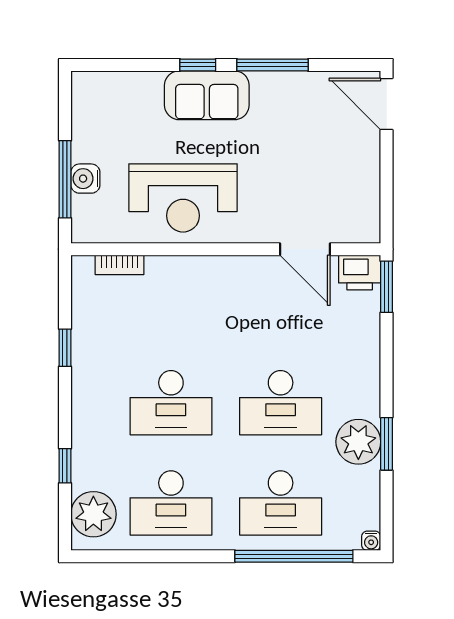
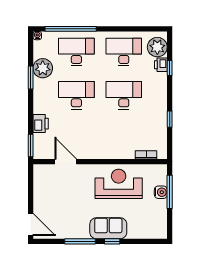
printer: (360, 272) -> (41, 124), moved, turned 90
plant: (358, 442) -> (43, 68), moved
printer: (85, 473) -> (161, 65), added

